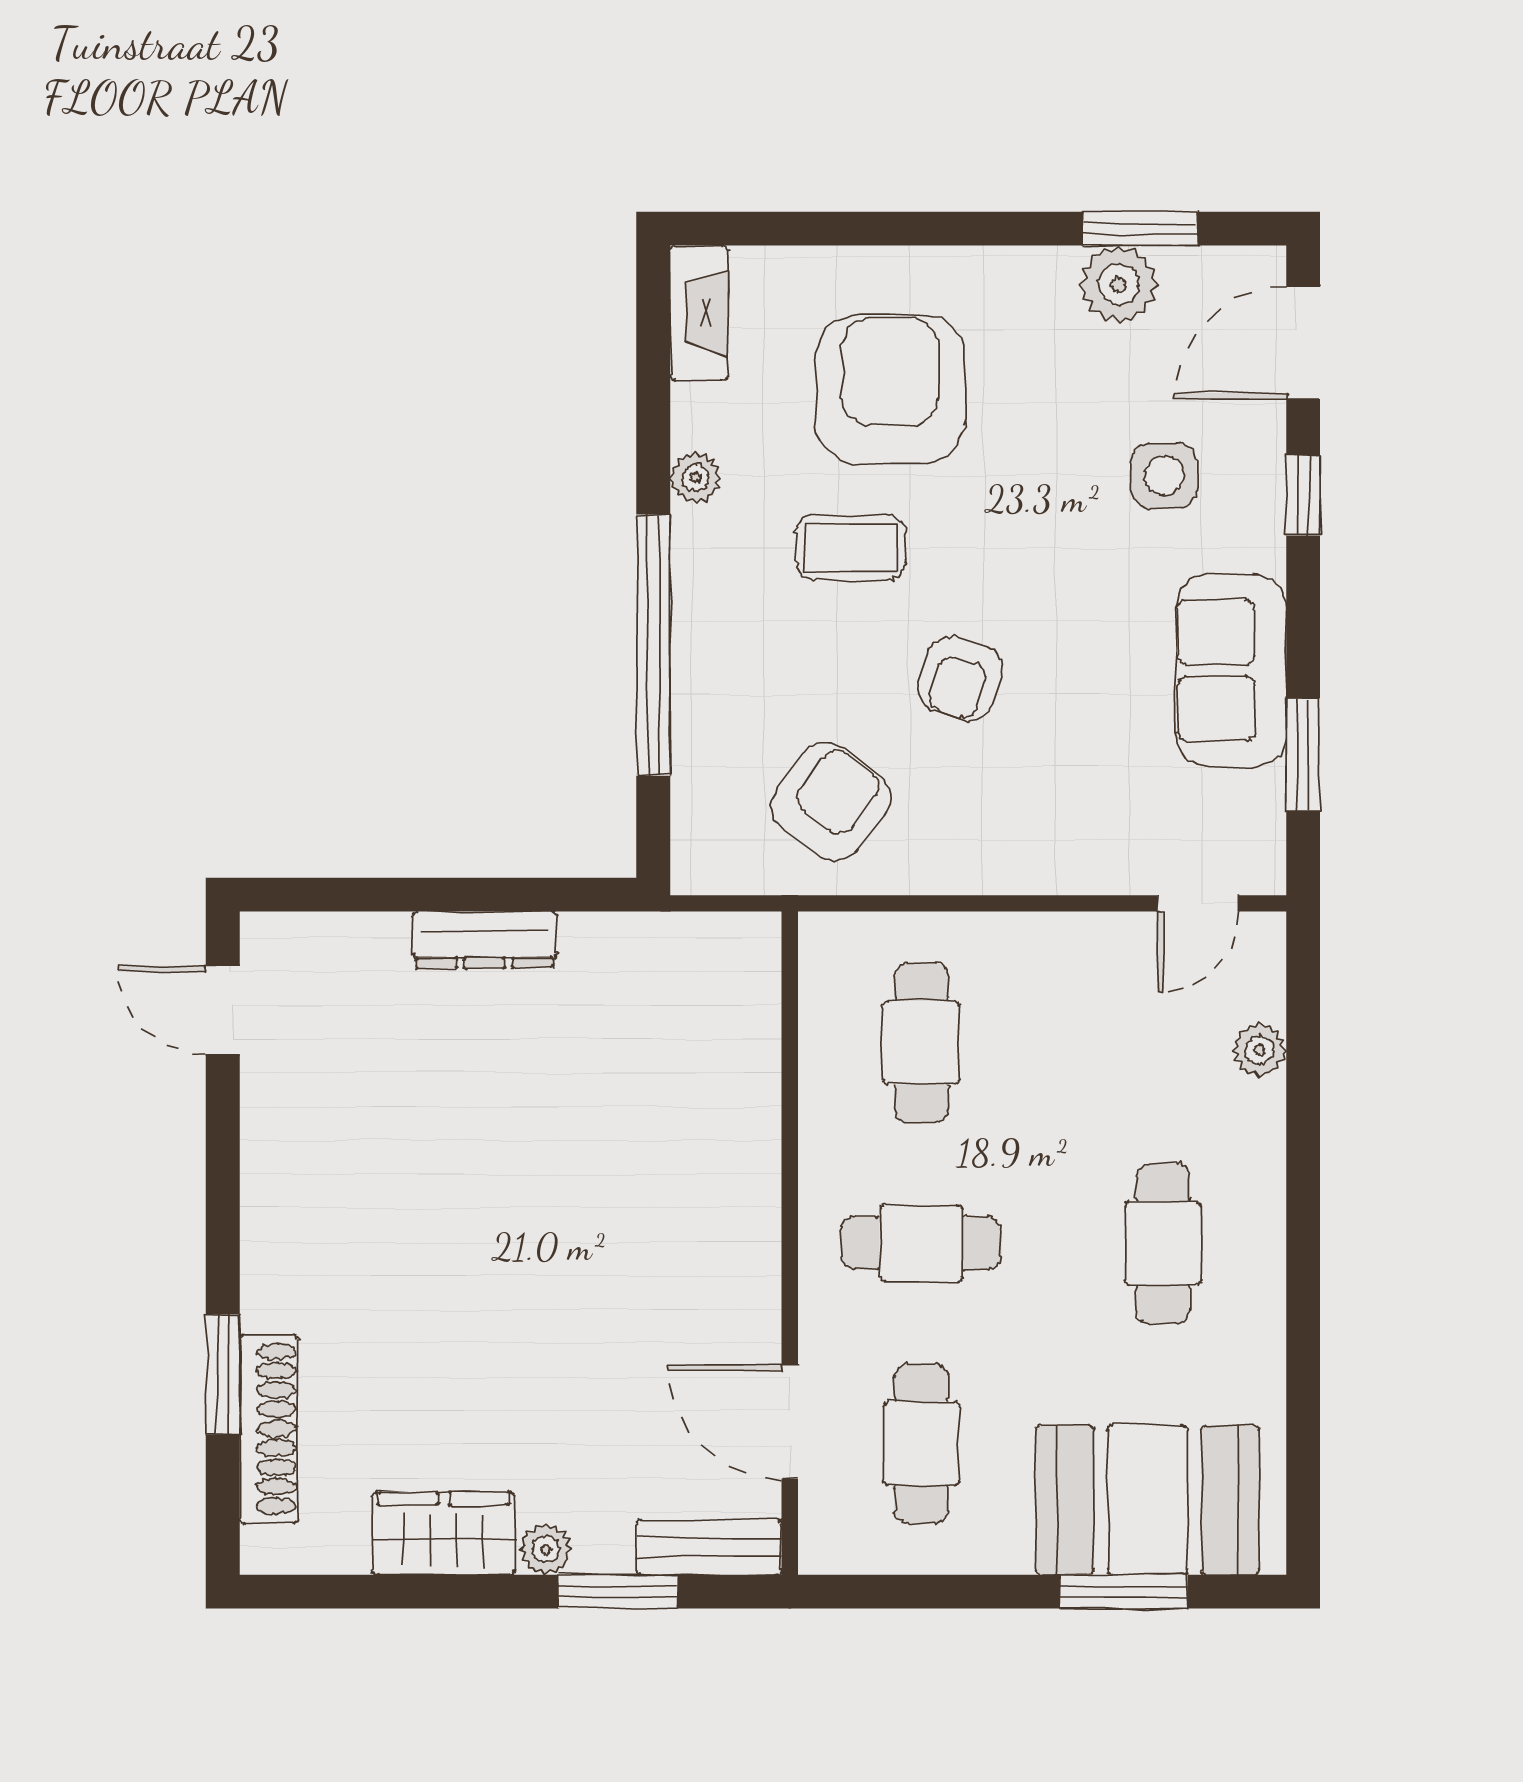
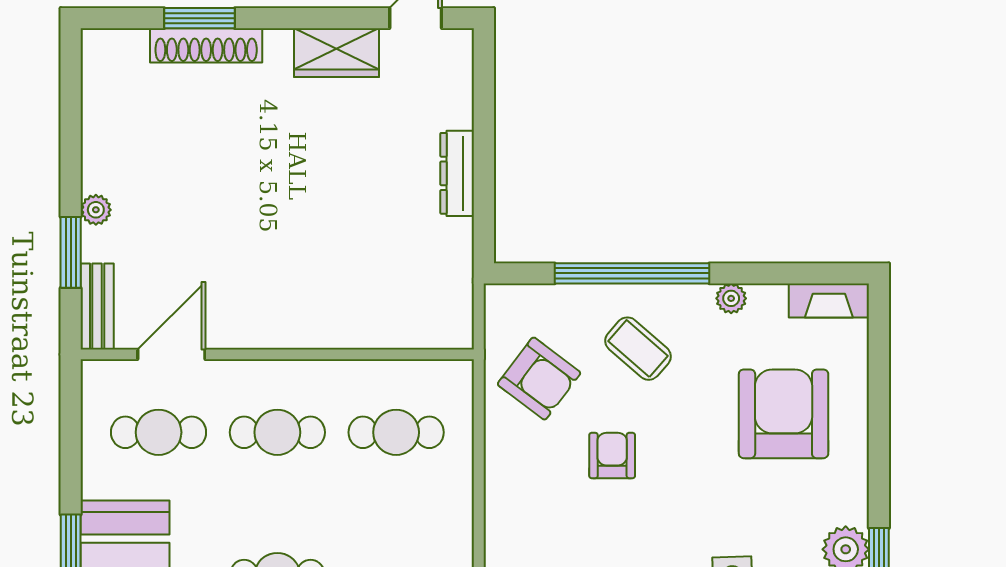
armchair: (890, 389) -> (784, 414), turned -90
coffee table: (851, 547) -> (638, 349), moved, turned -49
armchair: (960, 678) -> (612, 455), turned 73
cafe table: (921, 1243) -> (277, 432), turned 90
shoe rack: (269, 1429) -> (206, 45), moved
wardrobe: (444, 1533) -> (337, 53), moved, turned 90

